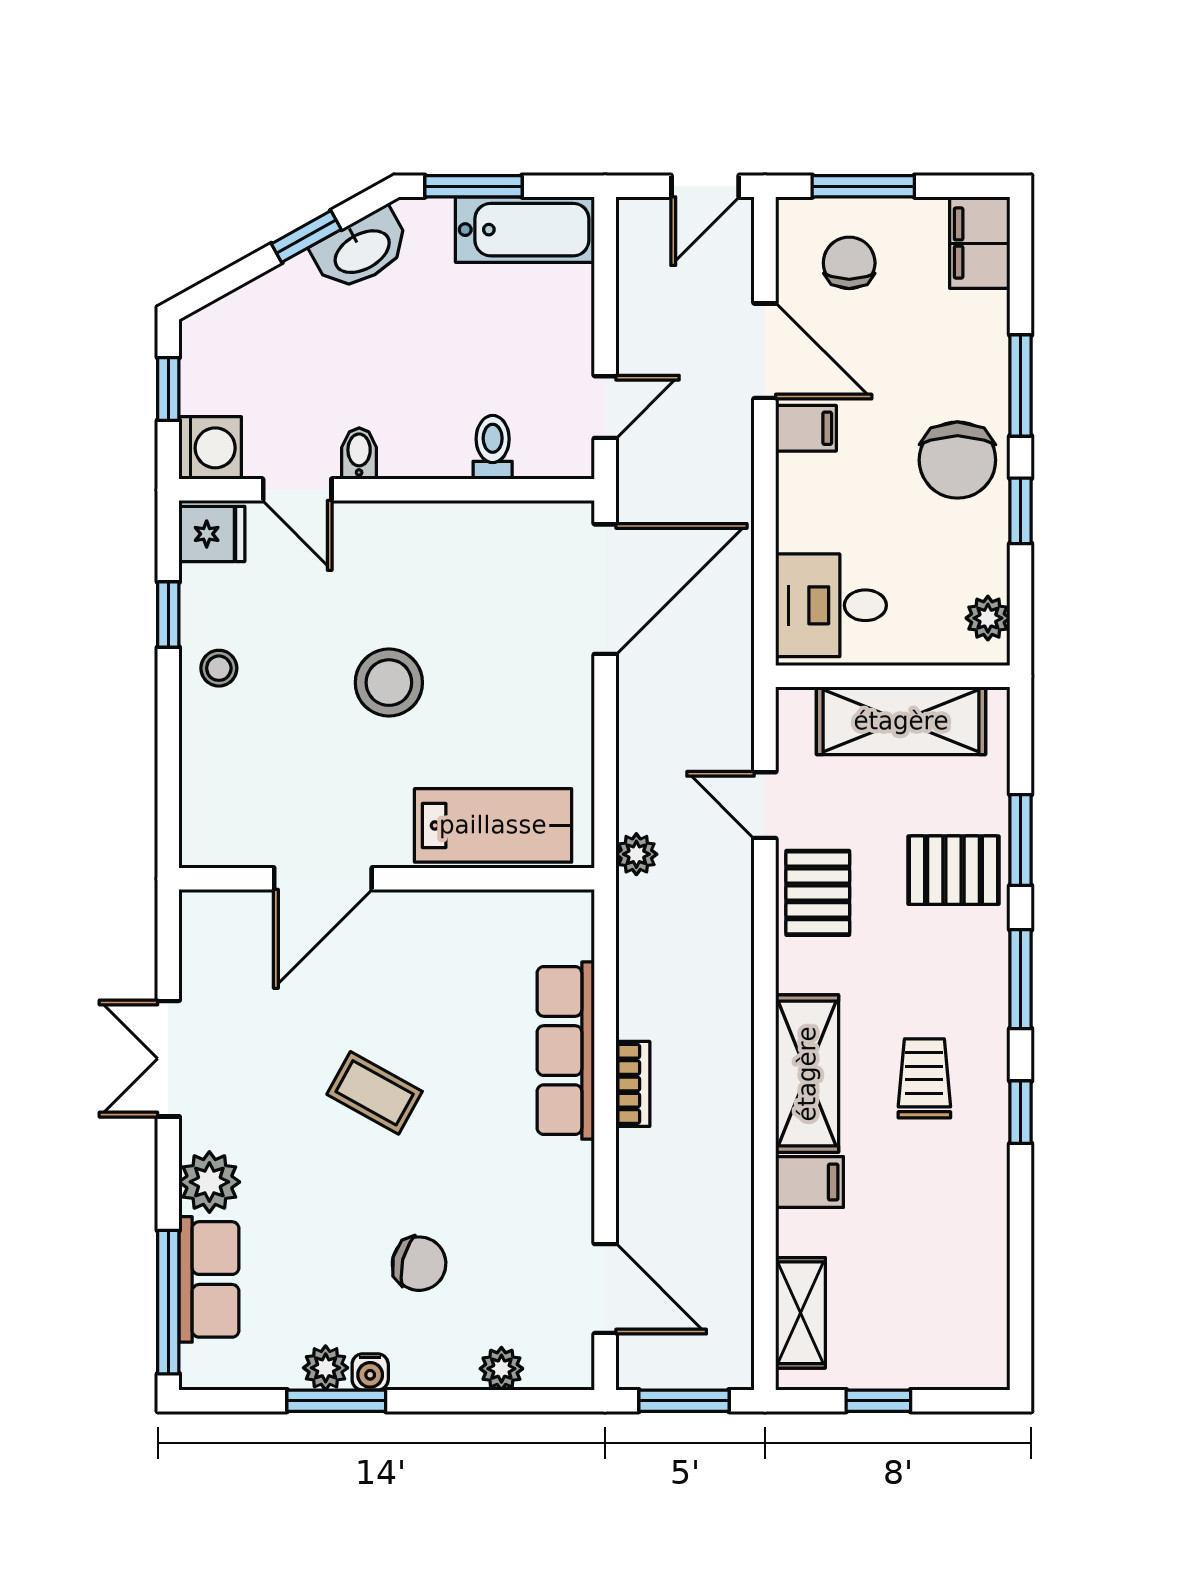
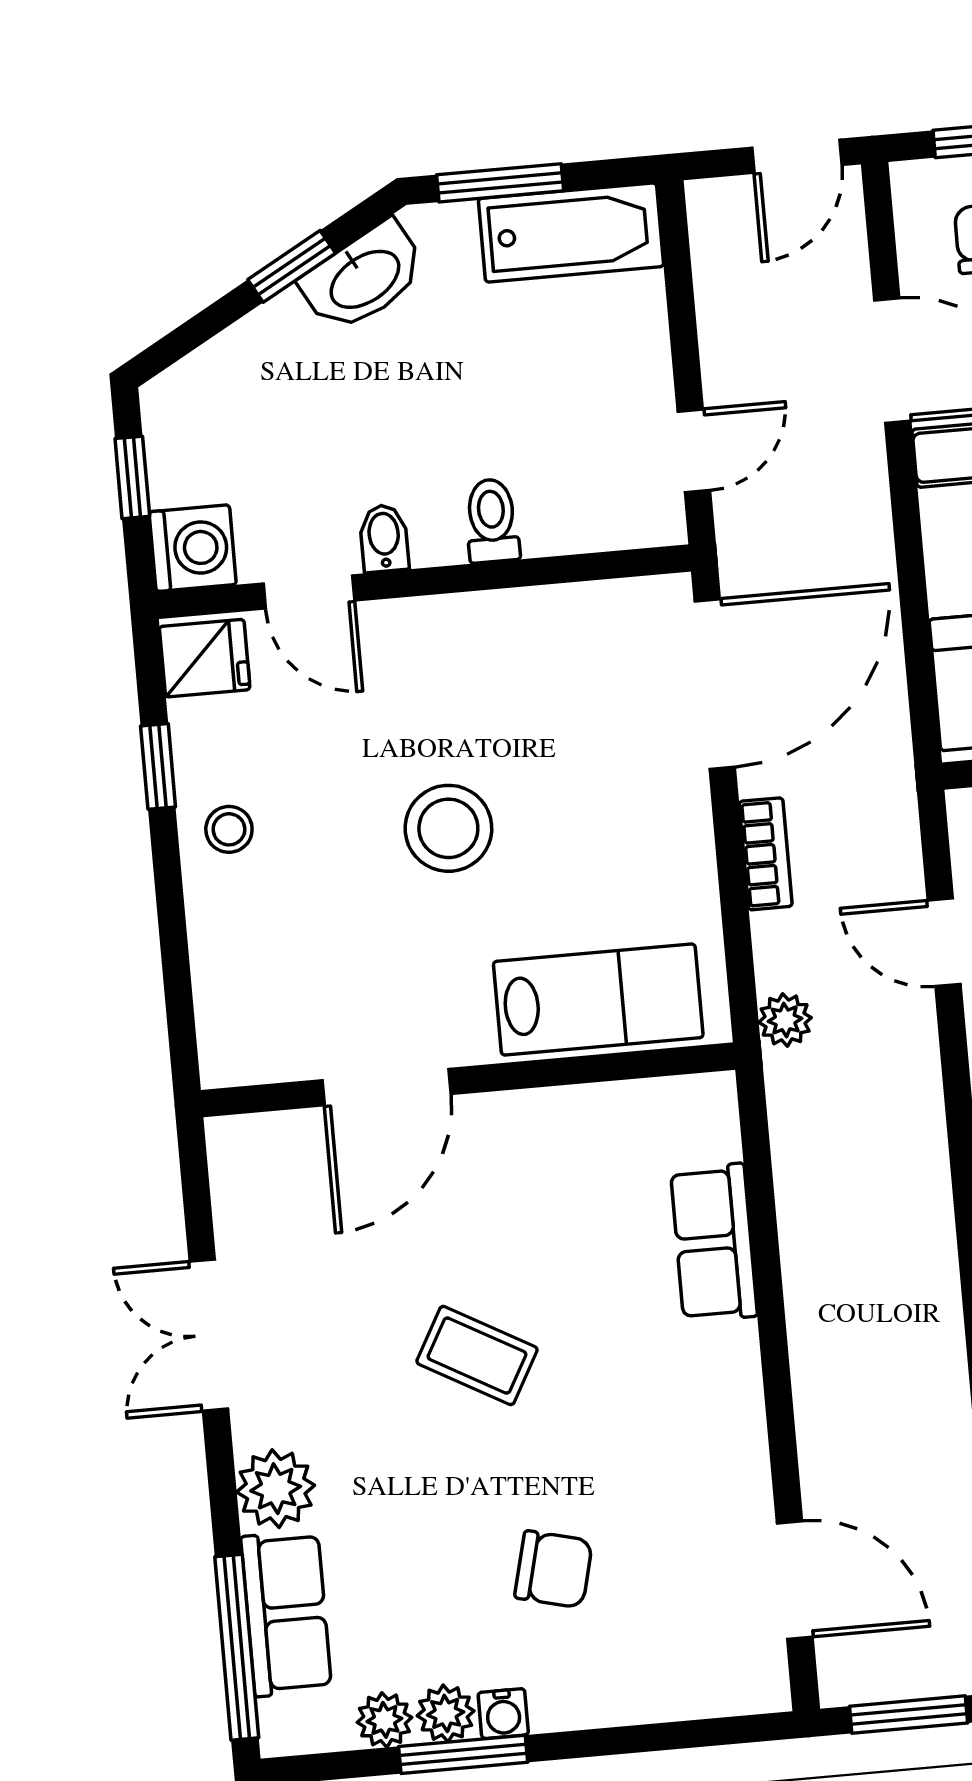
toilet: (493, 447) -> (492, 521), moved
row of seats: (566, 1051) -> (714, 1243), width x0.68
bookcase: (633, 1084) -> (766, 854), moved
plant: (501, 1369) -> (384, 1720), moved

